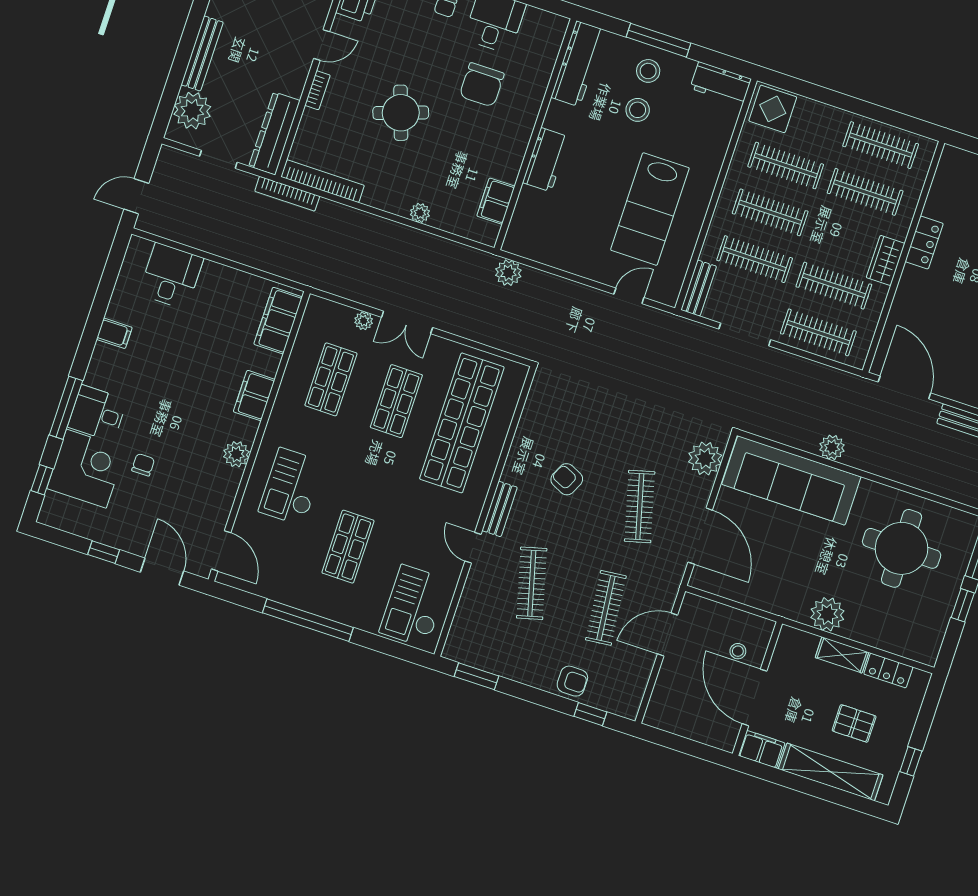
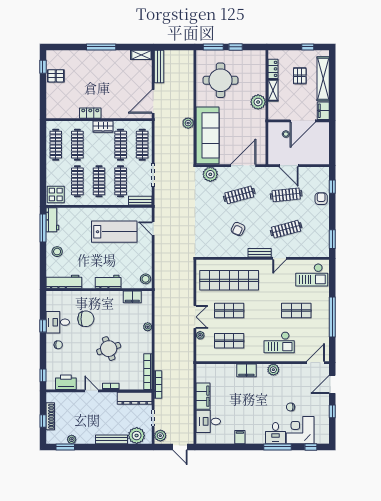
window: (658, 40) -> (43, 228), moved
stool: (638, 110) -> (146, 279), moved
plant: (508, 273) -> (160, 436), moved
filing cabinet: (278, 321) -> (203, 396), moved, turned -90

